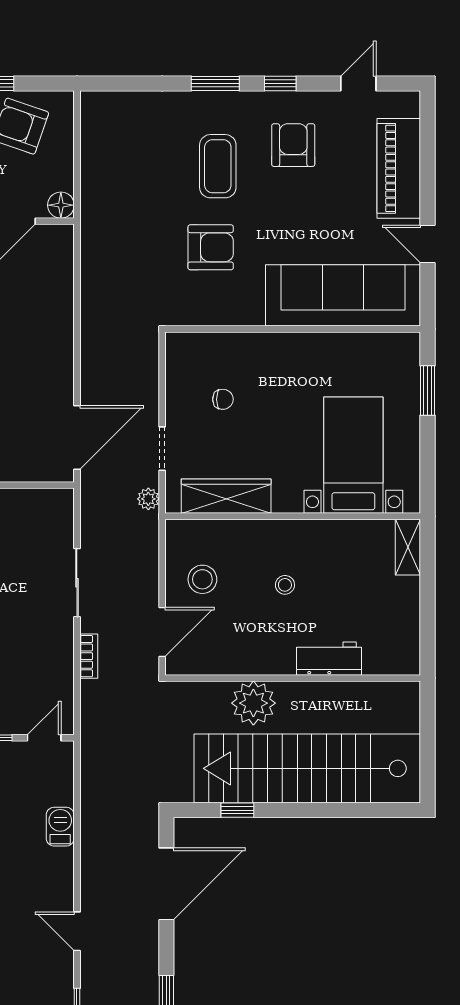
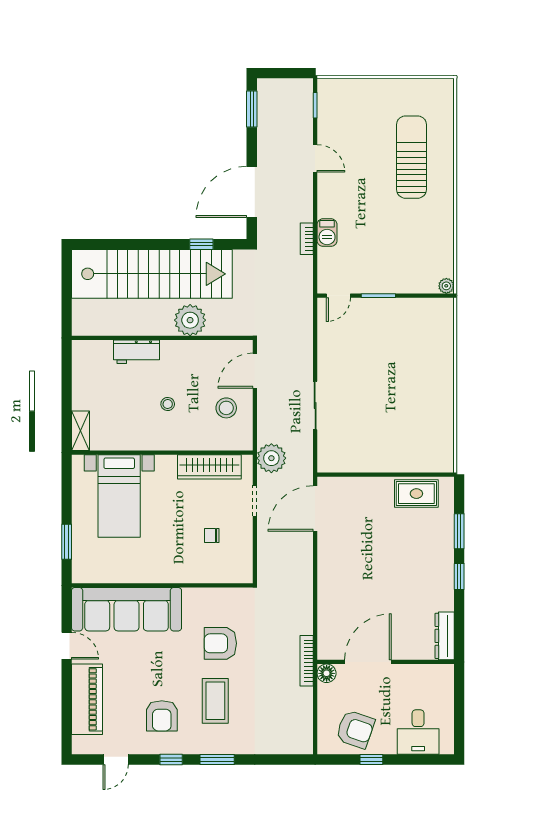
bookcase: (89, 223) -> (307, 661), added
plant: (148, 499) -> (271, 458), width x1.88, depth x1.88
bookcase: (89, 656) -> (307, 239), moved

